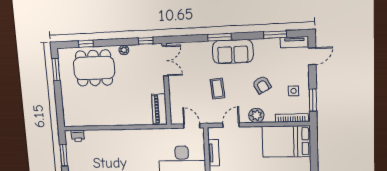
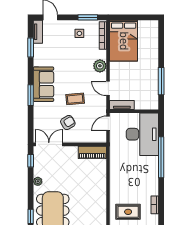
armchair: (262, 85) -> (68, 123), moved
rug: (99, 149) -> (128, 212), added
tv unit: (214, 153) -> (122, 105), moved

